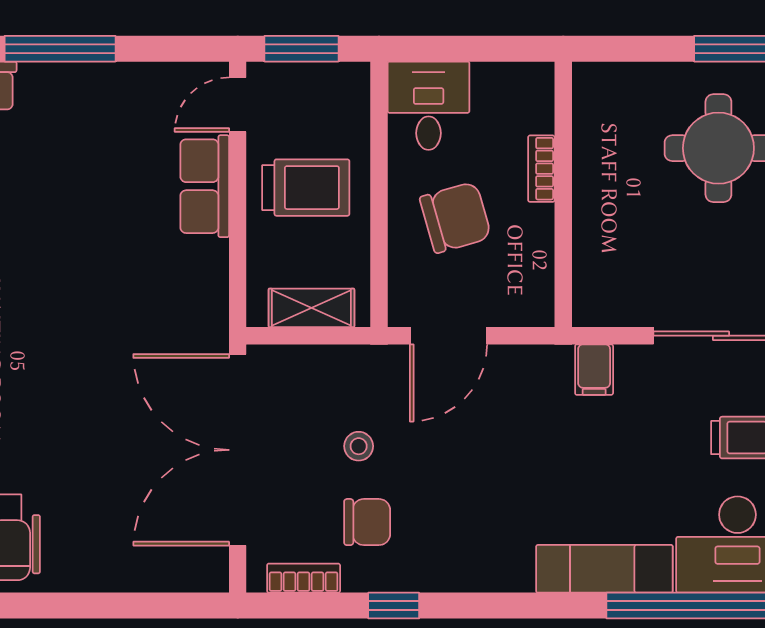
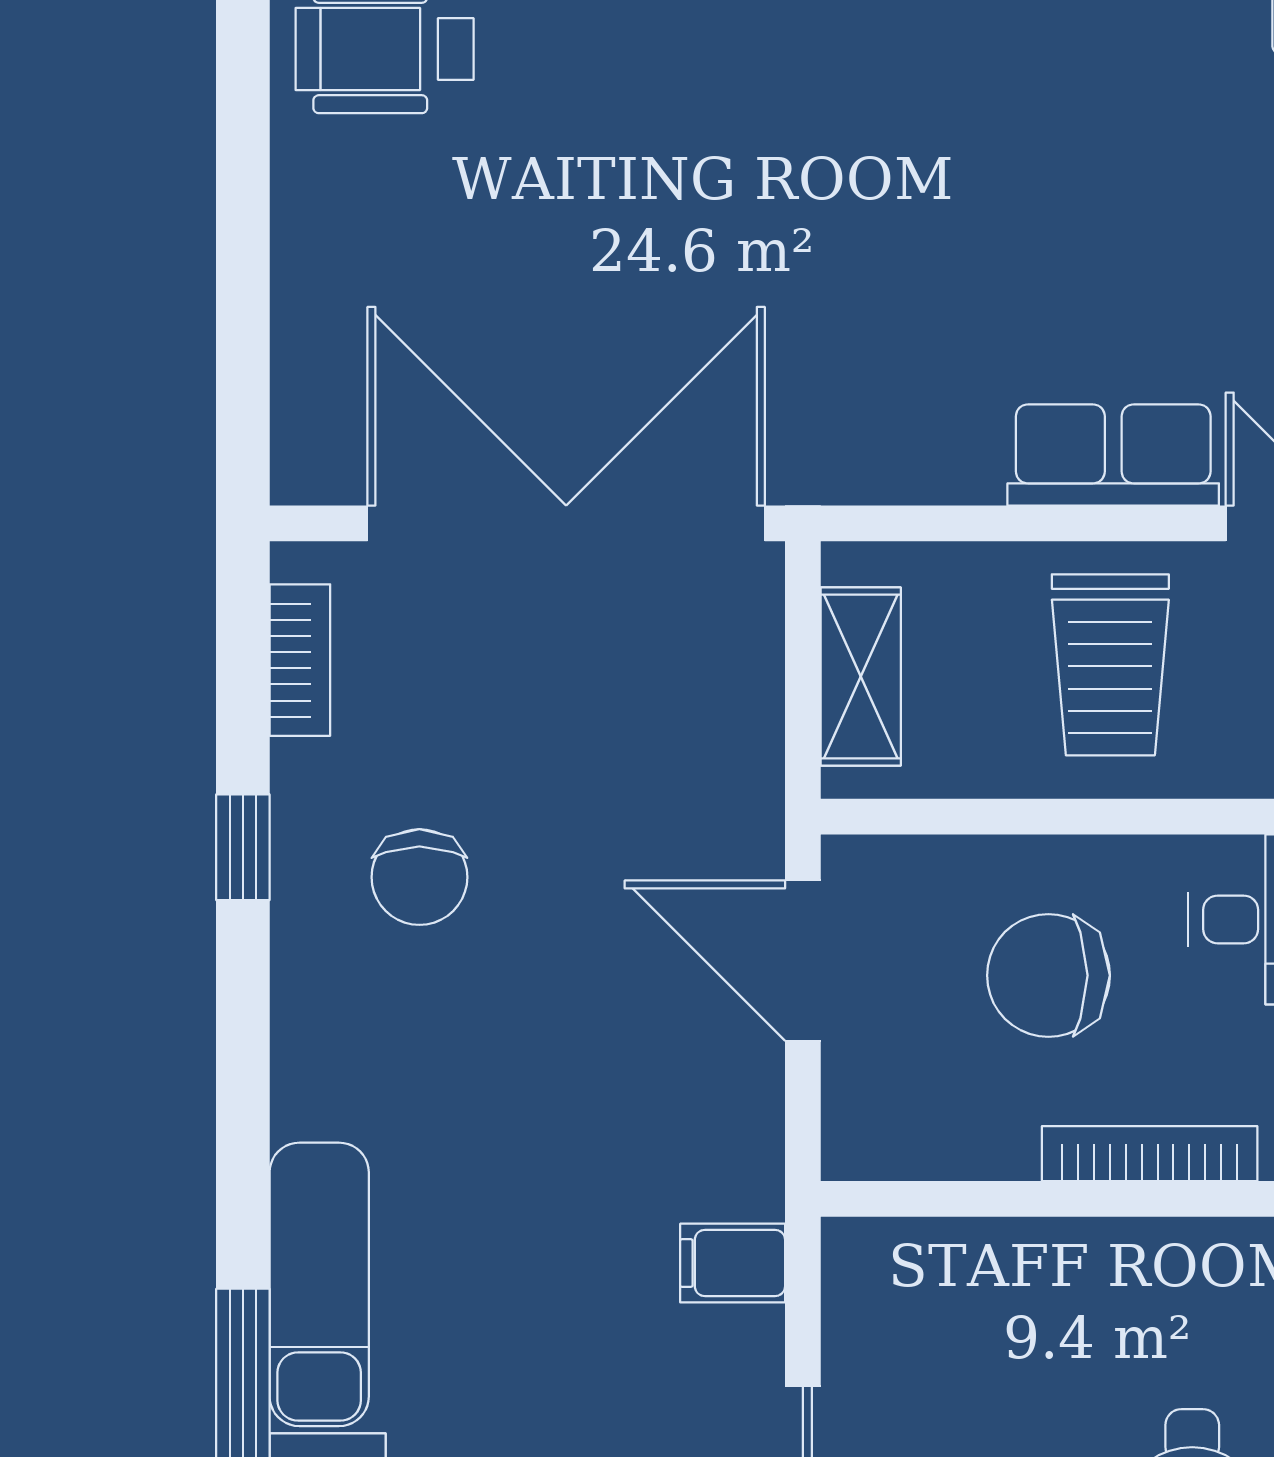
bookcase: (541, 169) -> (1150, 1154), width x1.56
chair: (455, 217) -> (1048, 975), turned 106
stool: (359, 446) -> (574, 774), removed
chair: (367, 522) -> (419, 877), moved

